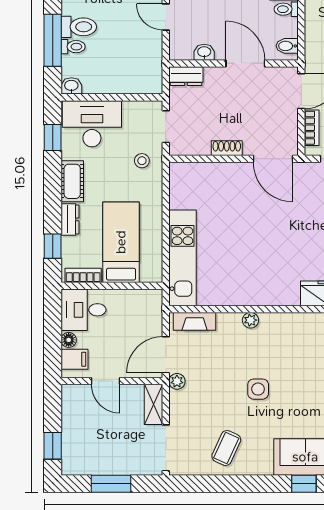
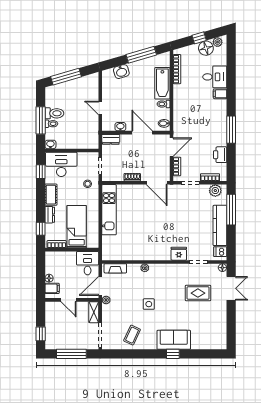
kitchen unit: (183, 258) -> (109, 210), moved
desk: (83, 310) -> (88, 263), moved, turned 90
window: (111, 484) -> (71, 354), width x1.44

